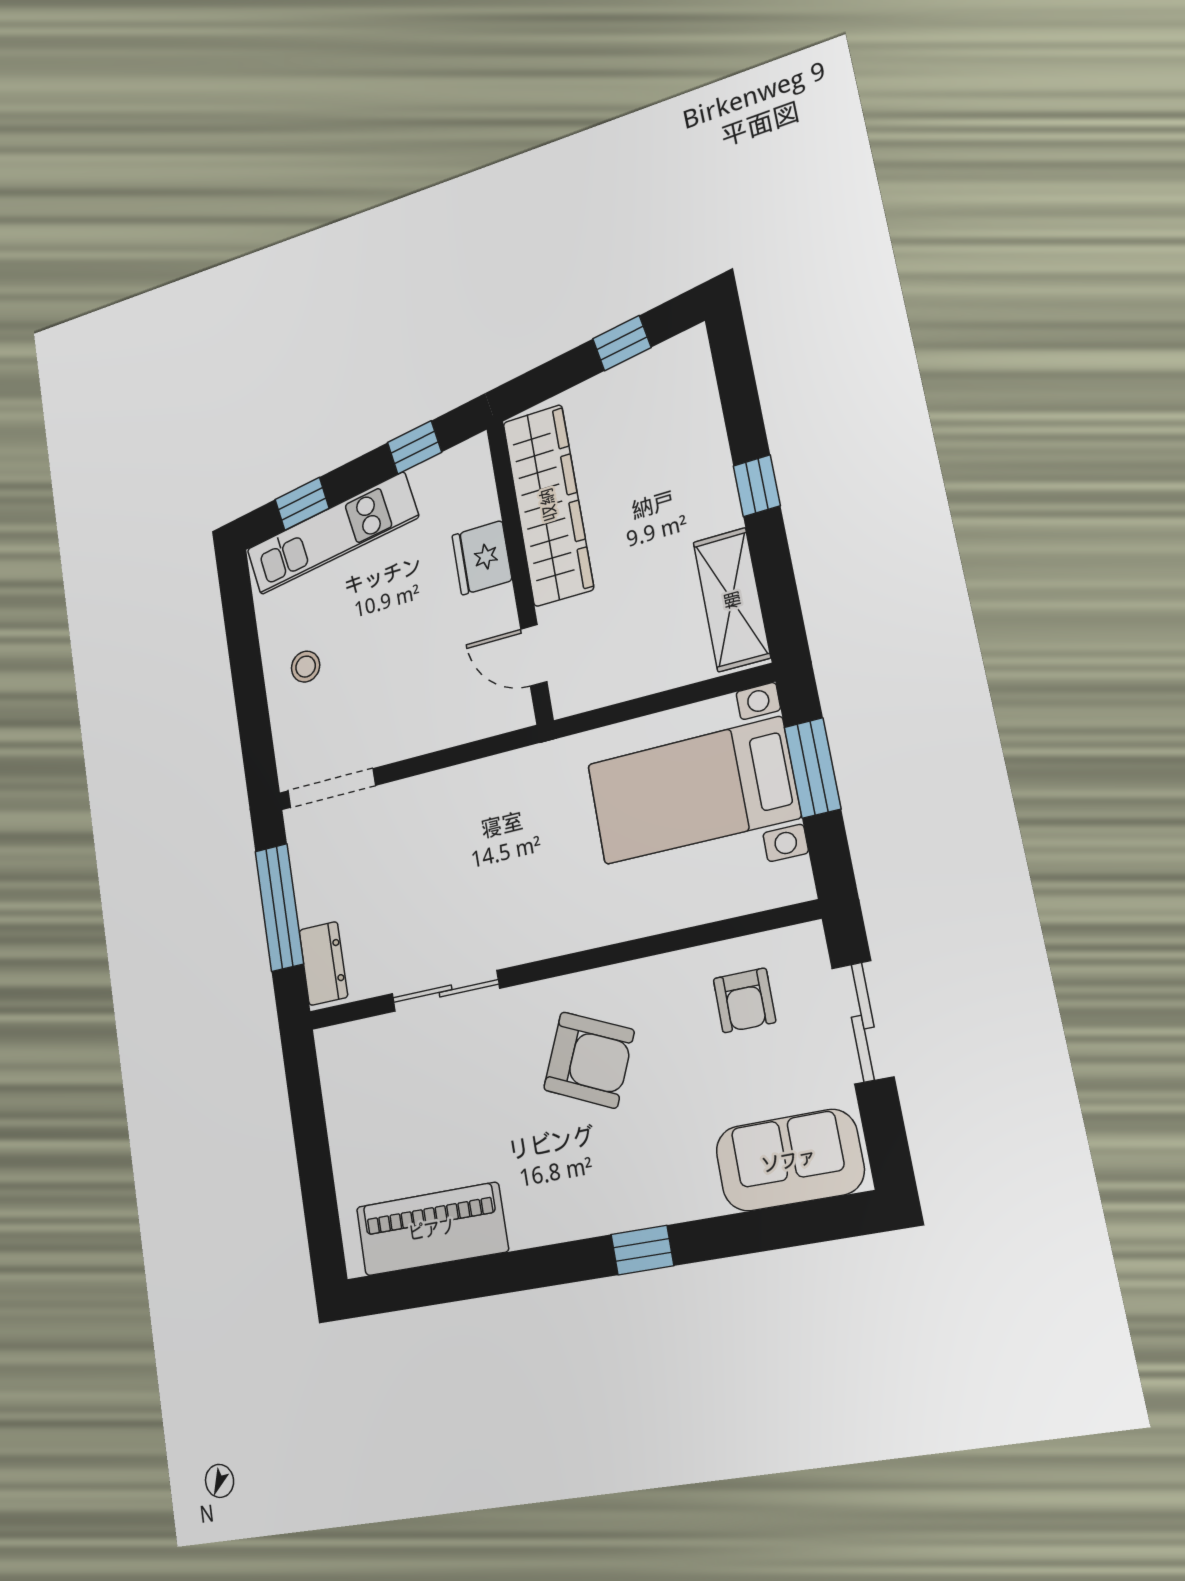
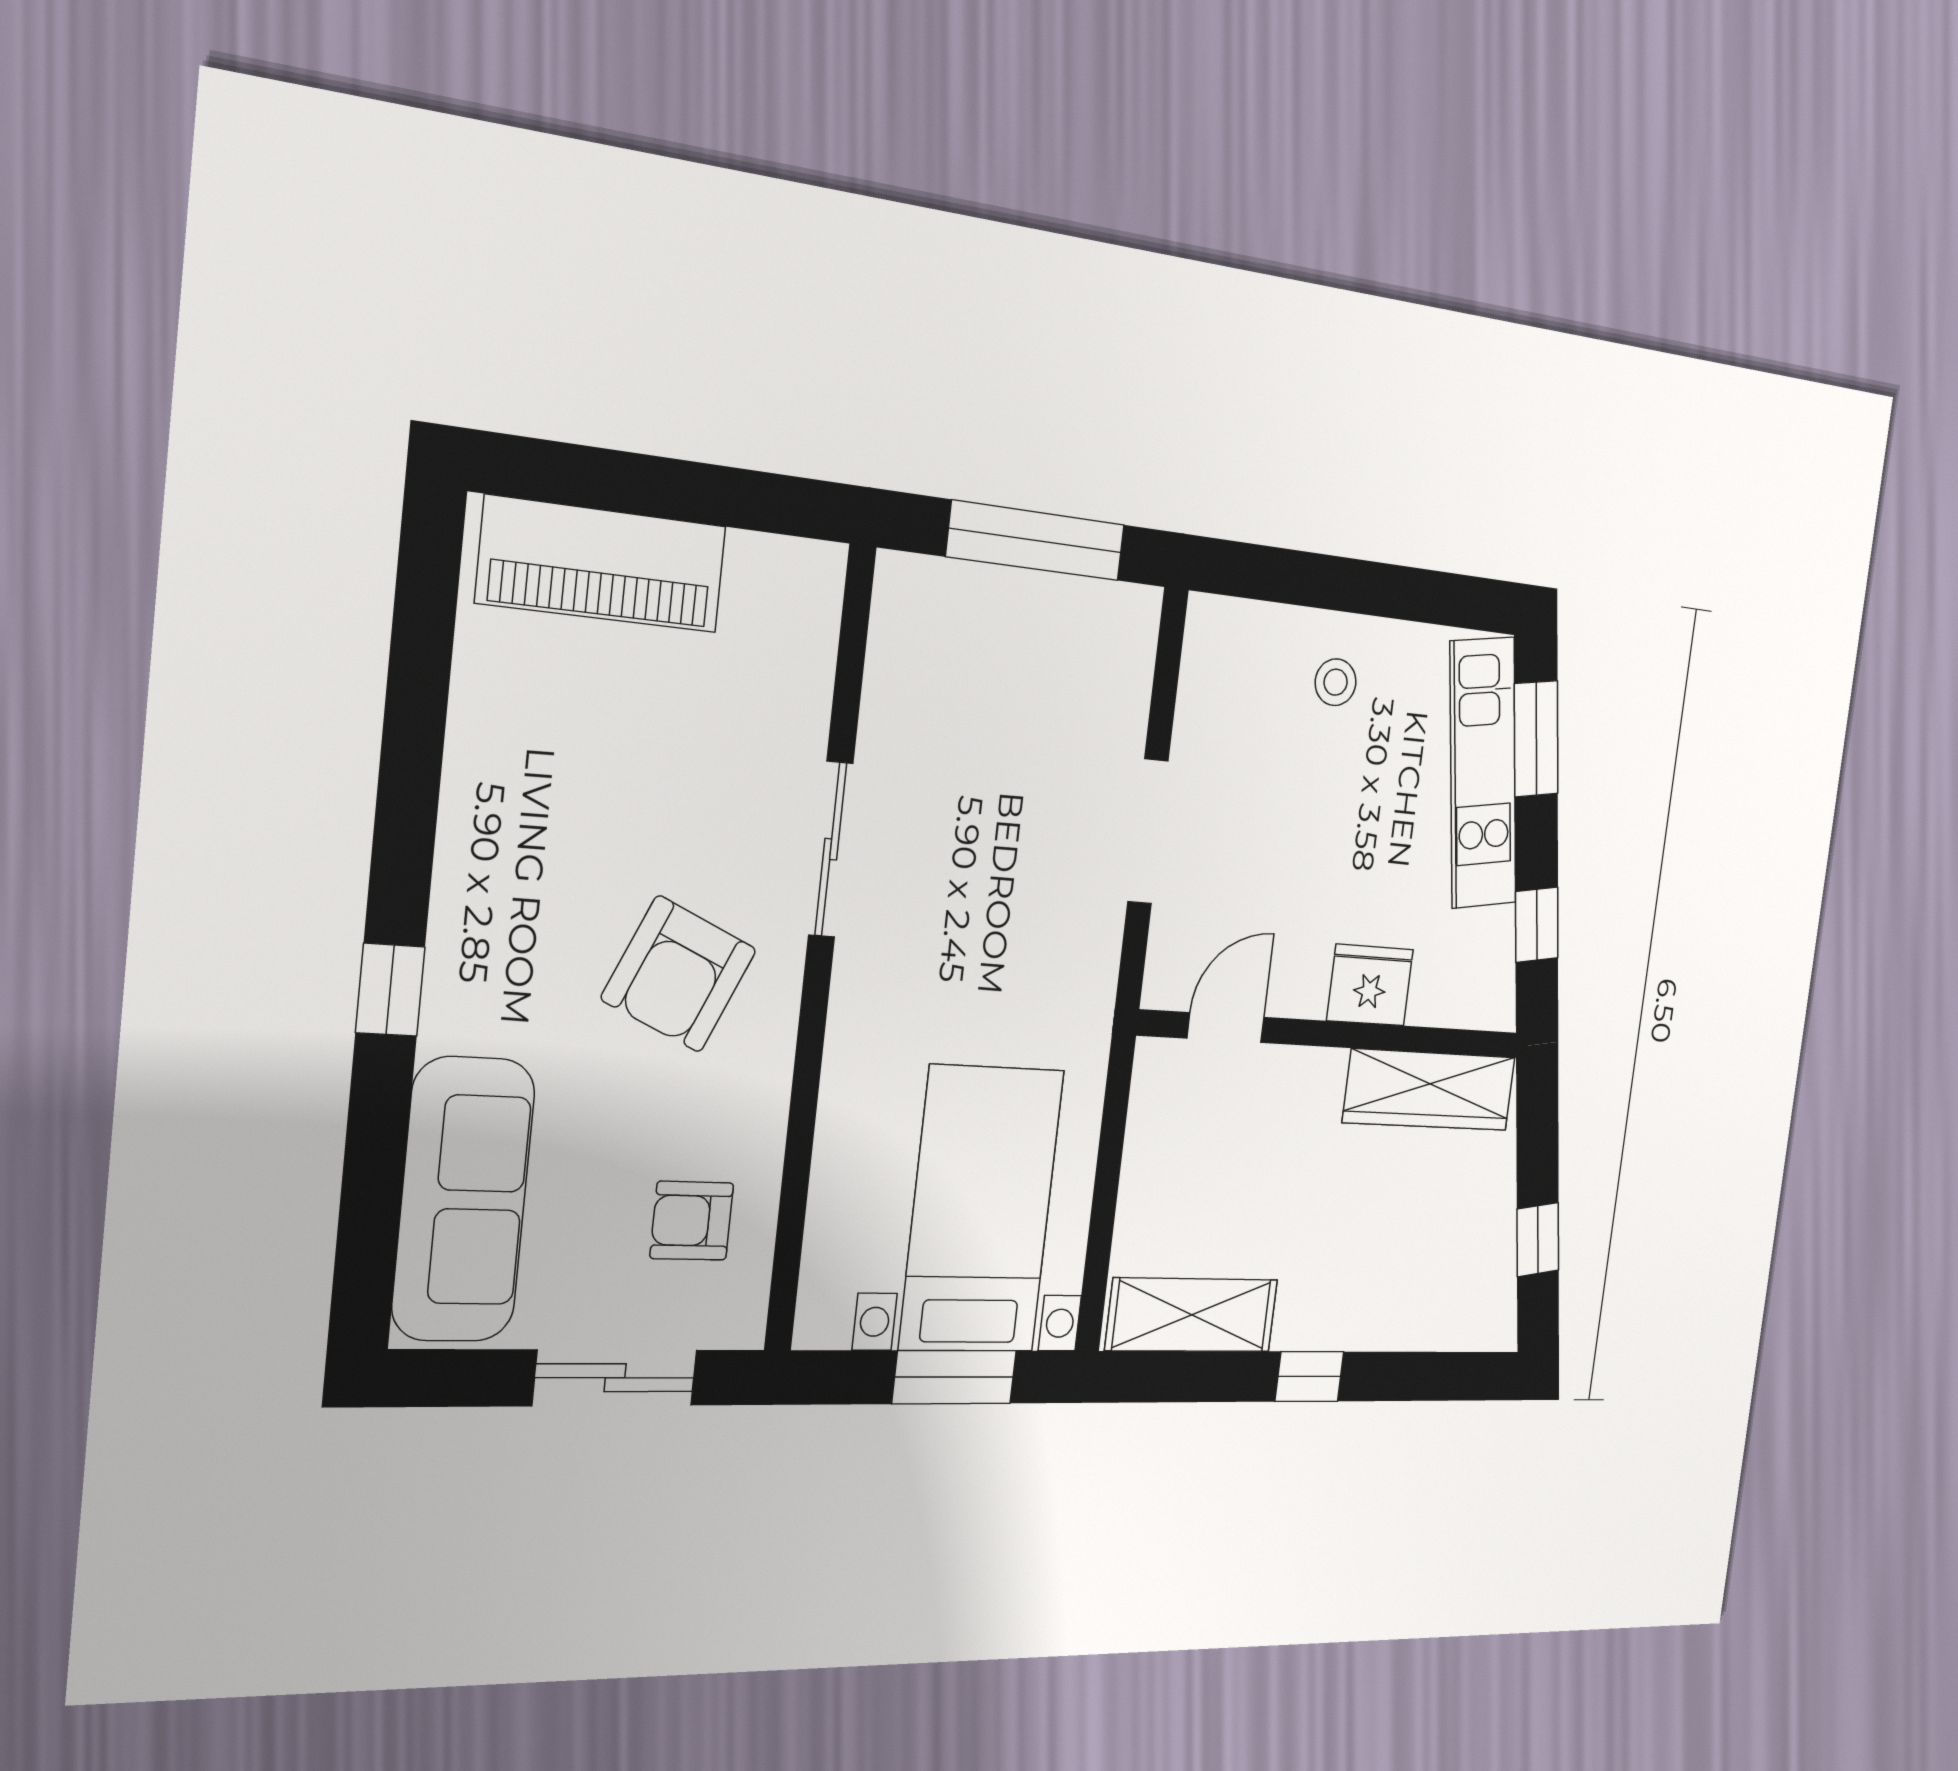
window: (302, 504) -> (1536, 739), width x1.50
wardrobe: (548, 505) -> (1429, 1090), width x0.71, depth x0.85
doorway: (331, 788) -> (1148, 831), moved
dresser: (323, 963) -> (936, 590), removed
sliding door: (446, 991) -> (831, 849), moved
sofa: (789, 1160) -> (463, 1200), width x1.36
piano: (432, 1229) -> (602, 564), moved, turned 90

